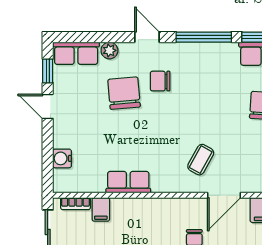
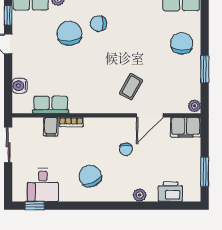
row of seats: (128, 182) -> (51, 105), moved
bookcase: (75, 204) -> (71, 122), moved

